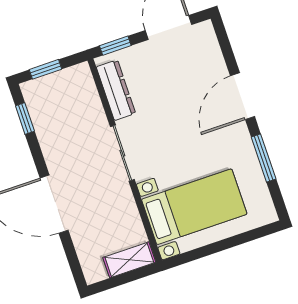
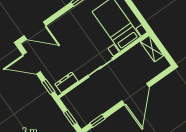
dresser: (116, 90) -> (67, 83), width x0.70
door: (242, 96) -> (35, 31), moved

